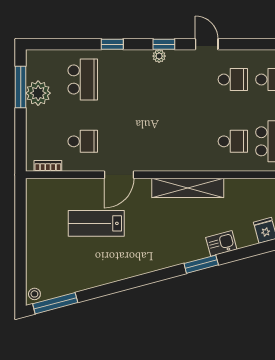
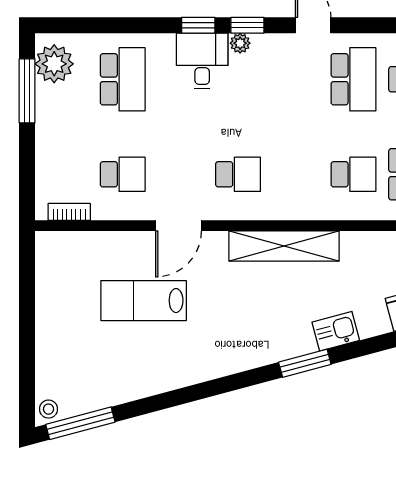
window: (112, 44) -> (198, 25), moved
desk: (134, 68) -> (202, 61), added
school desk: (233, 79) -> (353, 79), width x1.85
plant: (38, 93) -> (54, 64), moved
school desk: (158, 141) -> (238, 174), added

